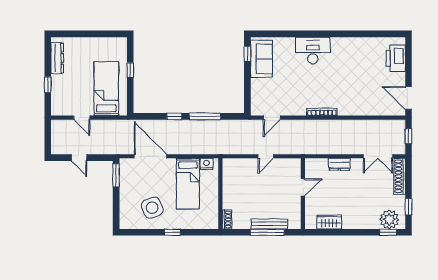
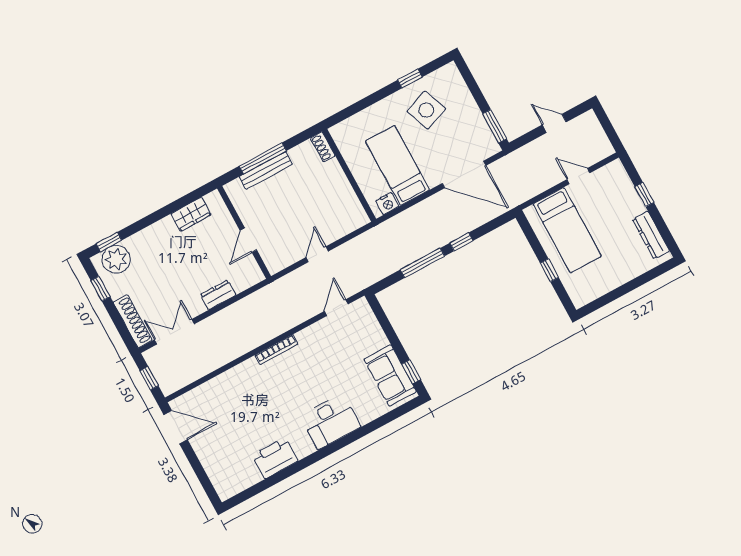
printer: (396, 58) -> (275, 458), moved, turned -90
window: (172, 232) -> (410, 79), moved

